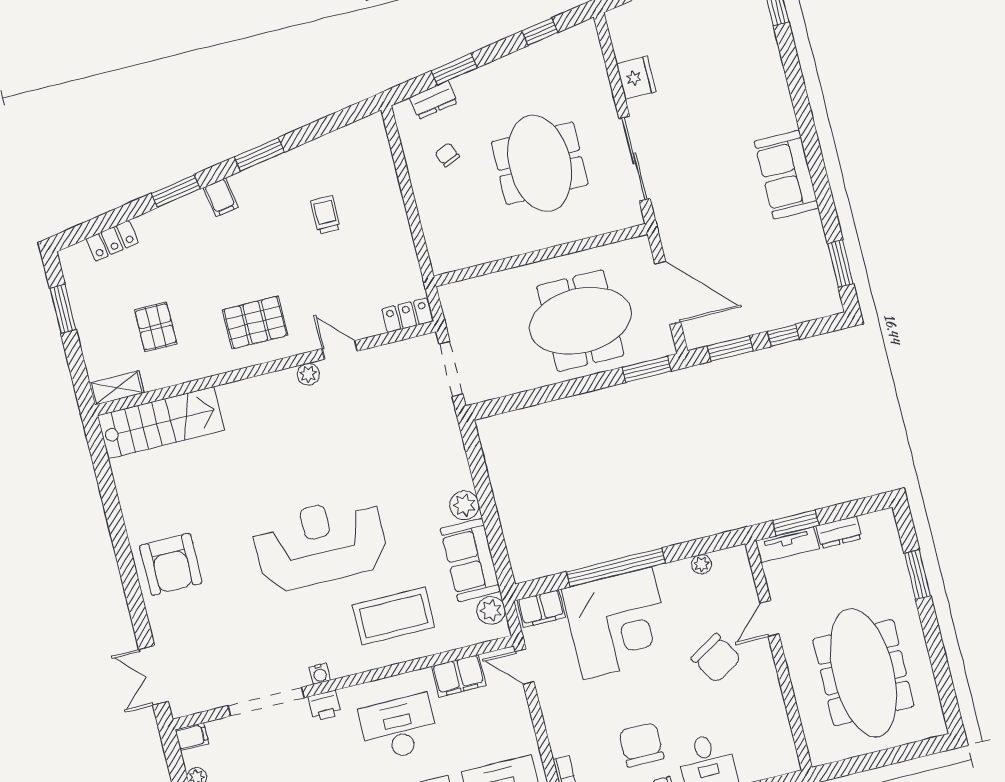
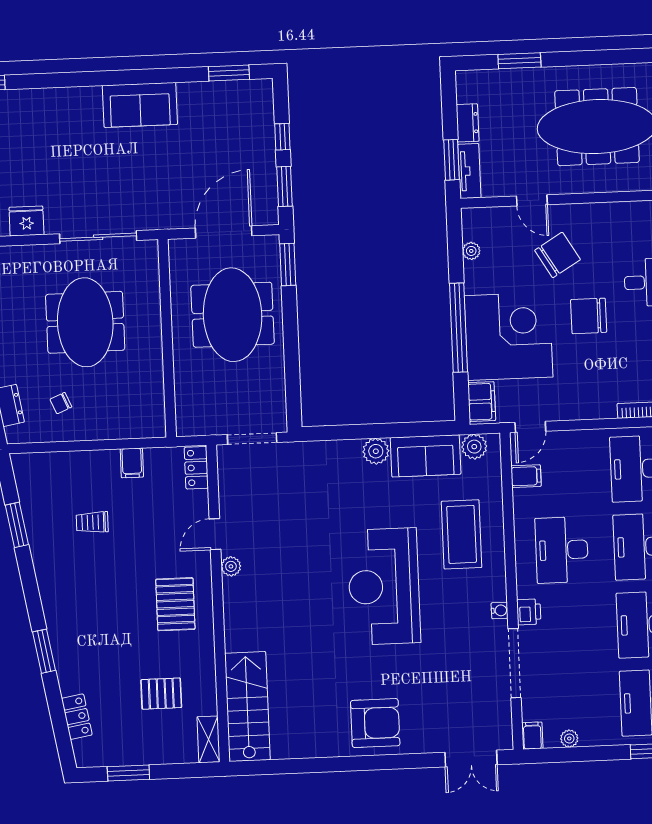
window: (259, 154) -> (17, 525), moved
meeting table: (540, 163) -> (85, 322), turned 90
filing cabinet: (221, 197) -> (132, 463), moved, turned 100
filing cabinet: (459, 676) -> (526, 476), width x0.50
chair: (641, 745) -> (589, 316), moved

